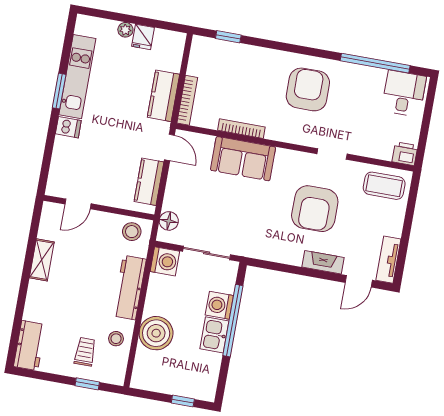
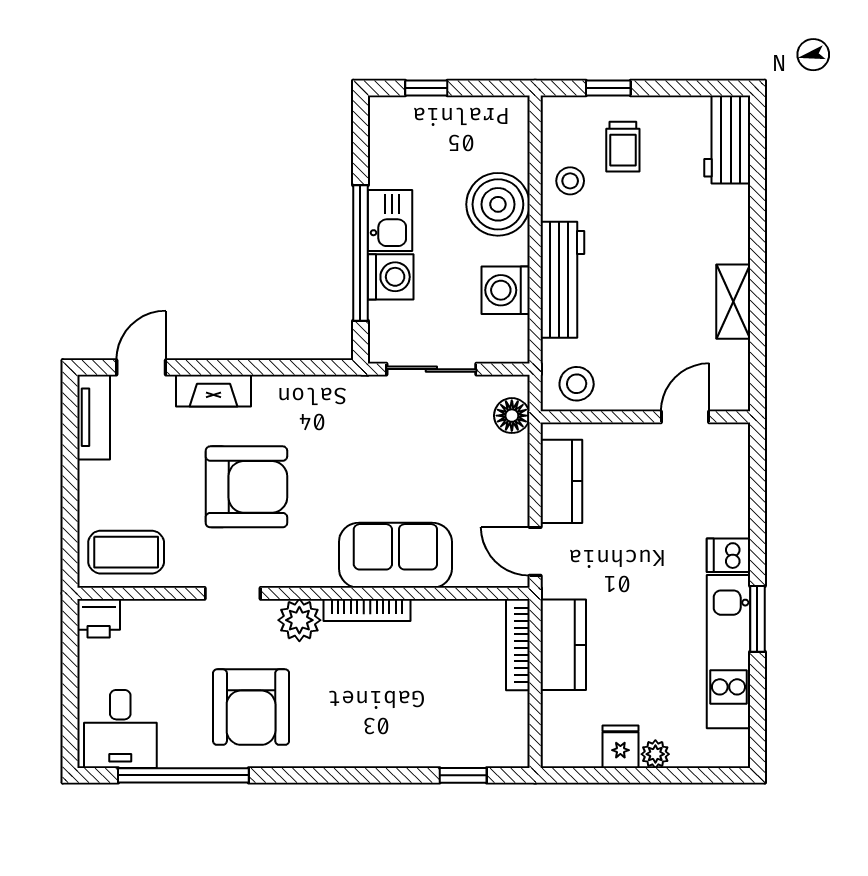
armchair: (308, 89) -> (251, 707), moved
bookcase: (241, 129) -> (367, 610), moved
plant: (300, 134) -> (299, 620), added
armchair: (315, 209) -> (246, 487), turned 90
washing machine: (165, 261) -> (506, 290), moved

